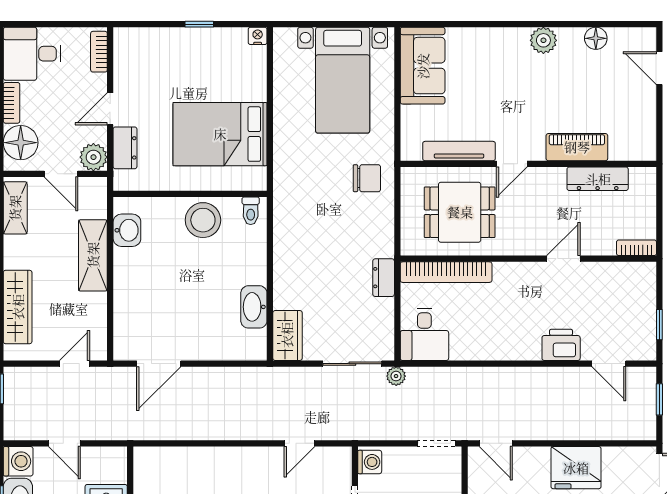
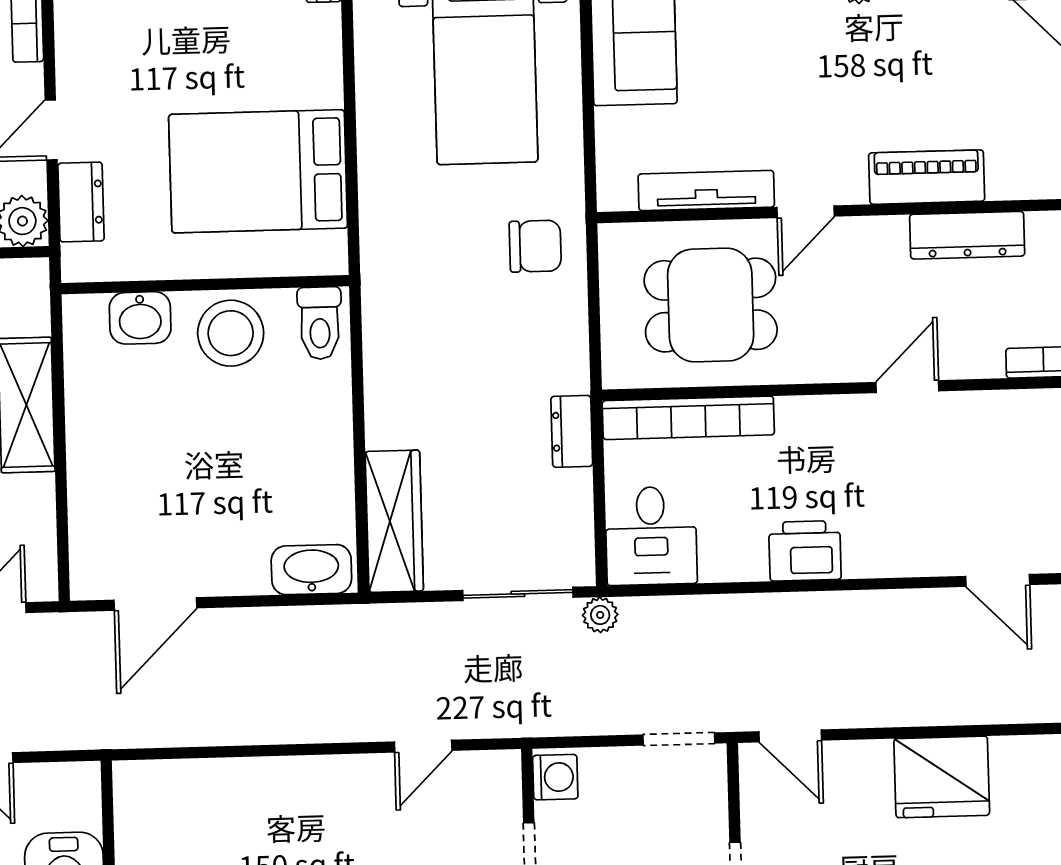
toilet: (251, 211) -> (320, 323), width x1.37, depth x1.39
washbasin: (127, 230) -> (140, 318), moved, turned 90
washbasin: (254, 307) -> (311, 570), moved, turned 90
wardrobe: (287, 335) -> (394, 521), width x1.50
printer: (561, 345) -> (805, 551), moved

